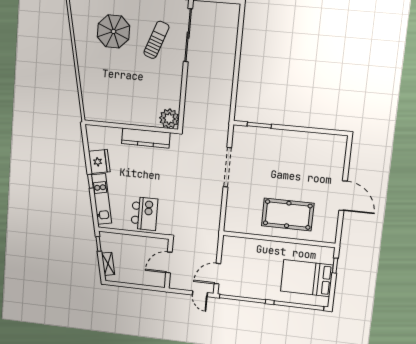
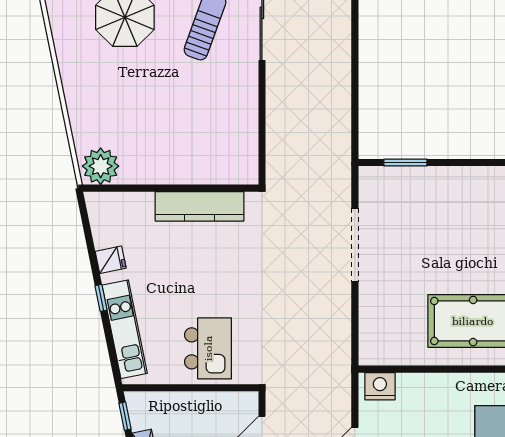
plant: (169, 119) -> (101, 166), moved
fridge: (99, 162) -> (111, 260), width x0.53, depth x0.75
nightstand: (234, 243) -> (380, 386), added

